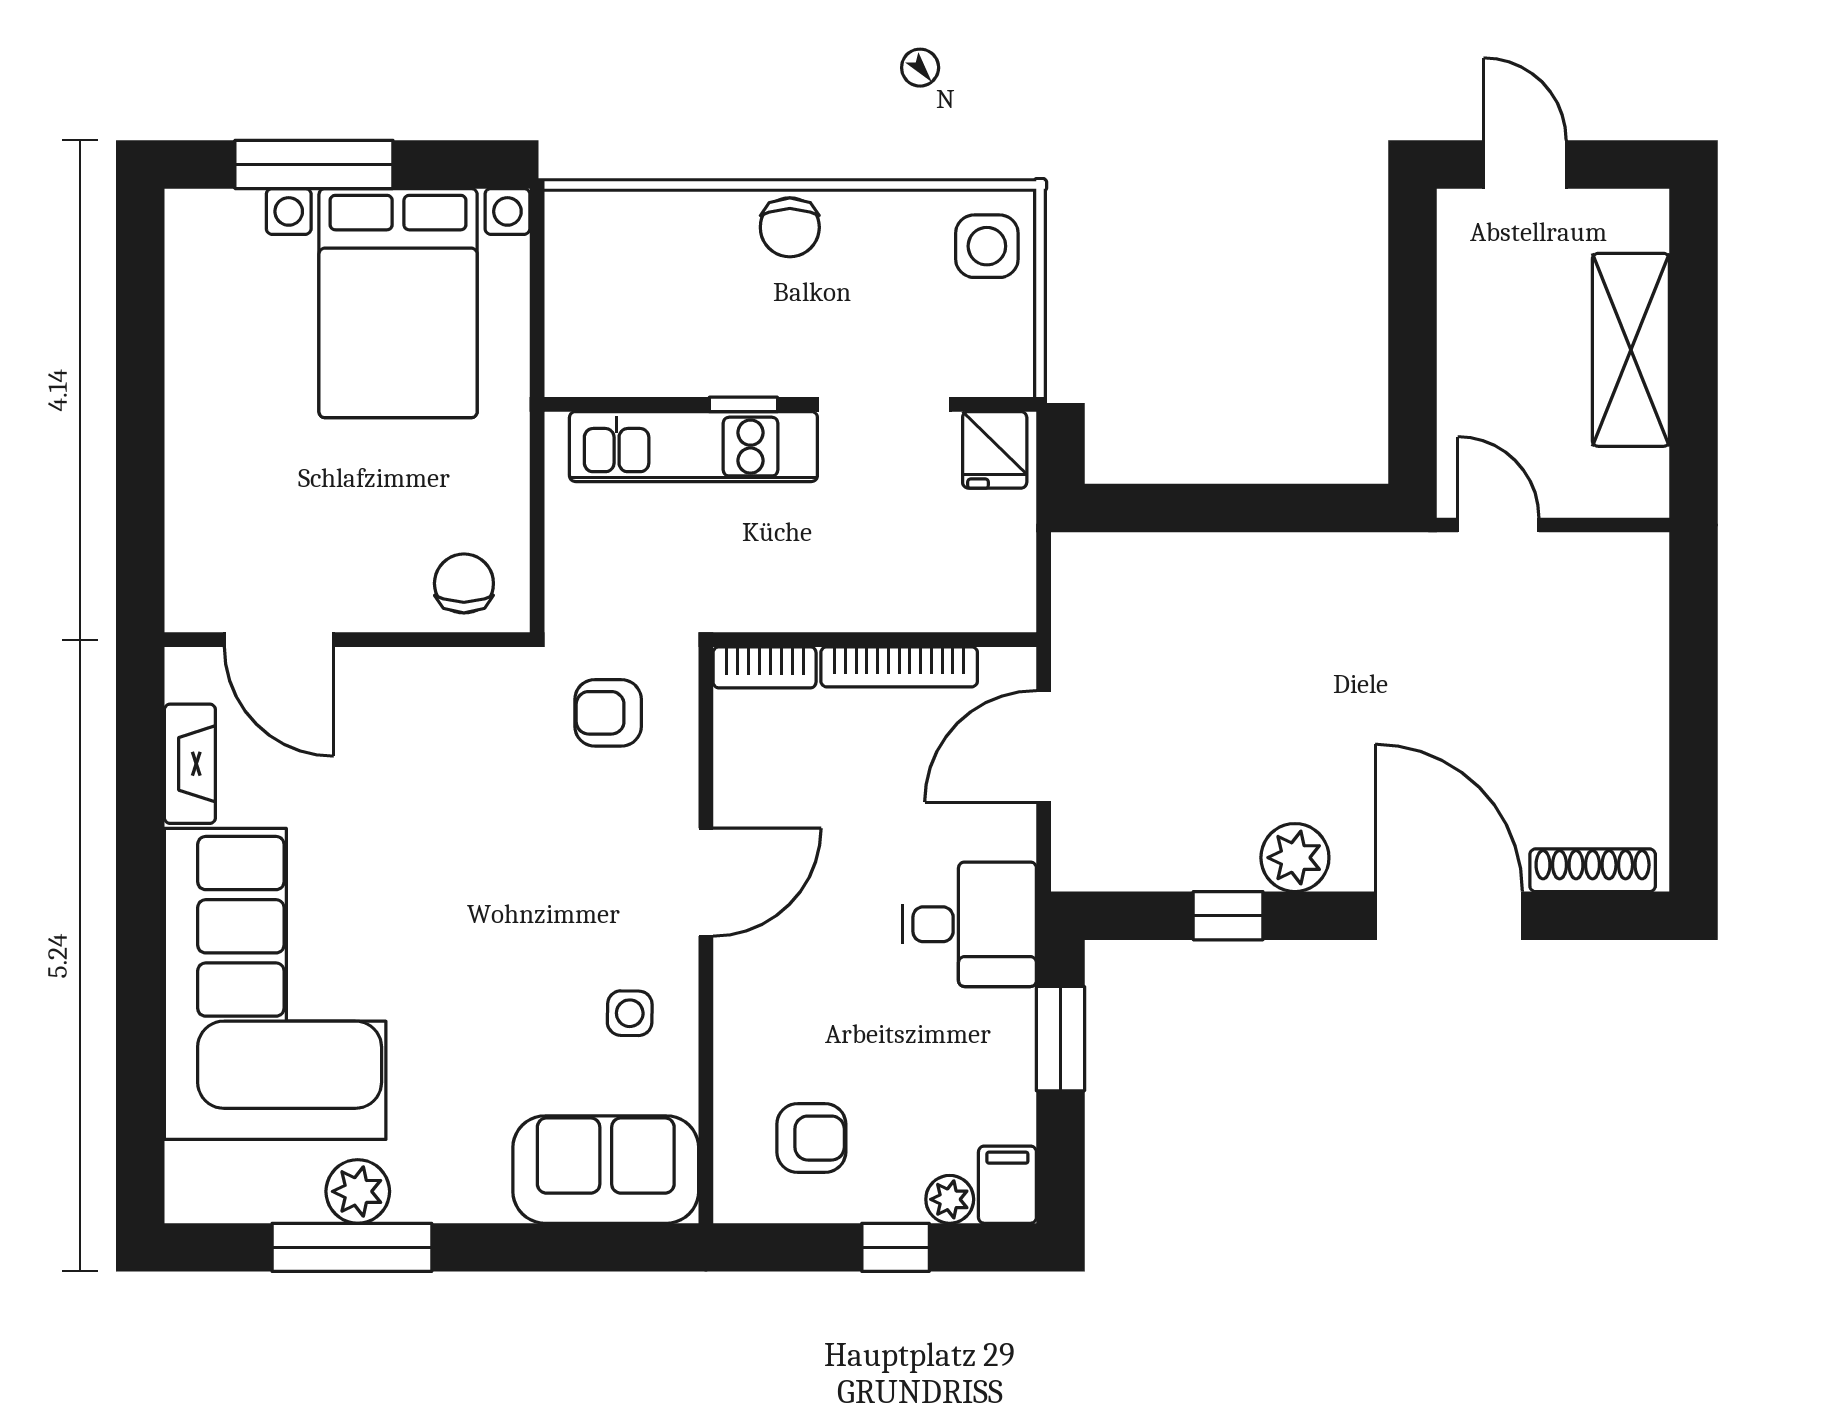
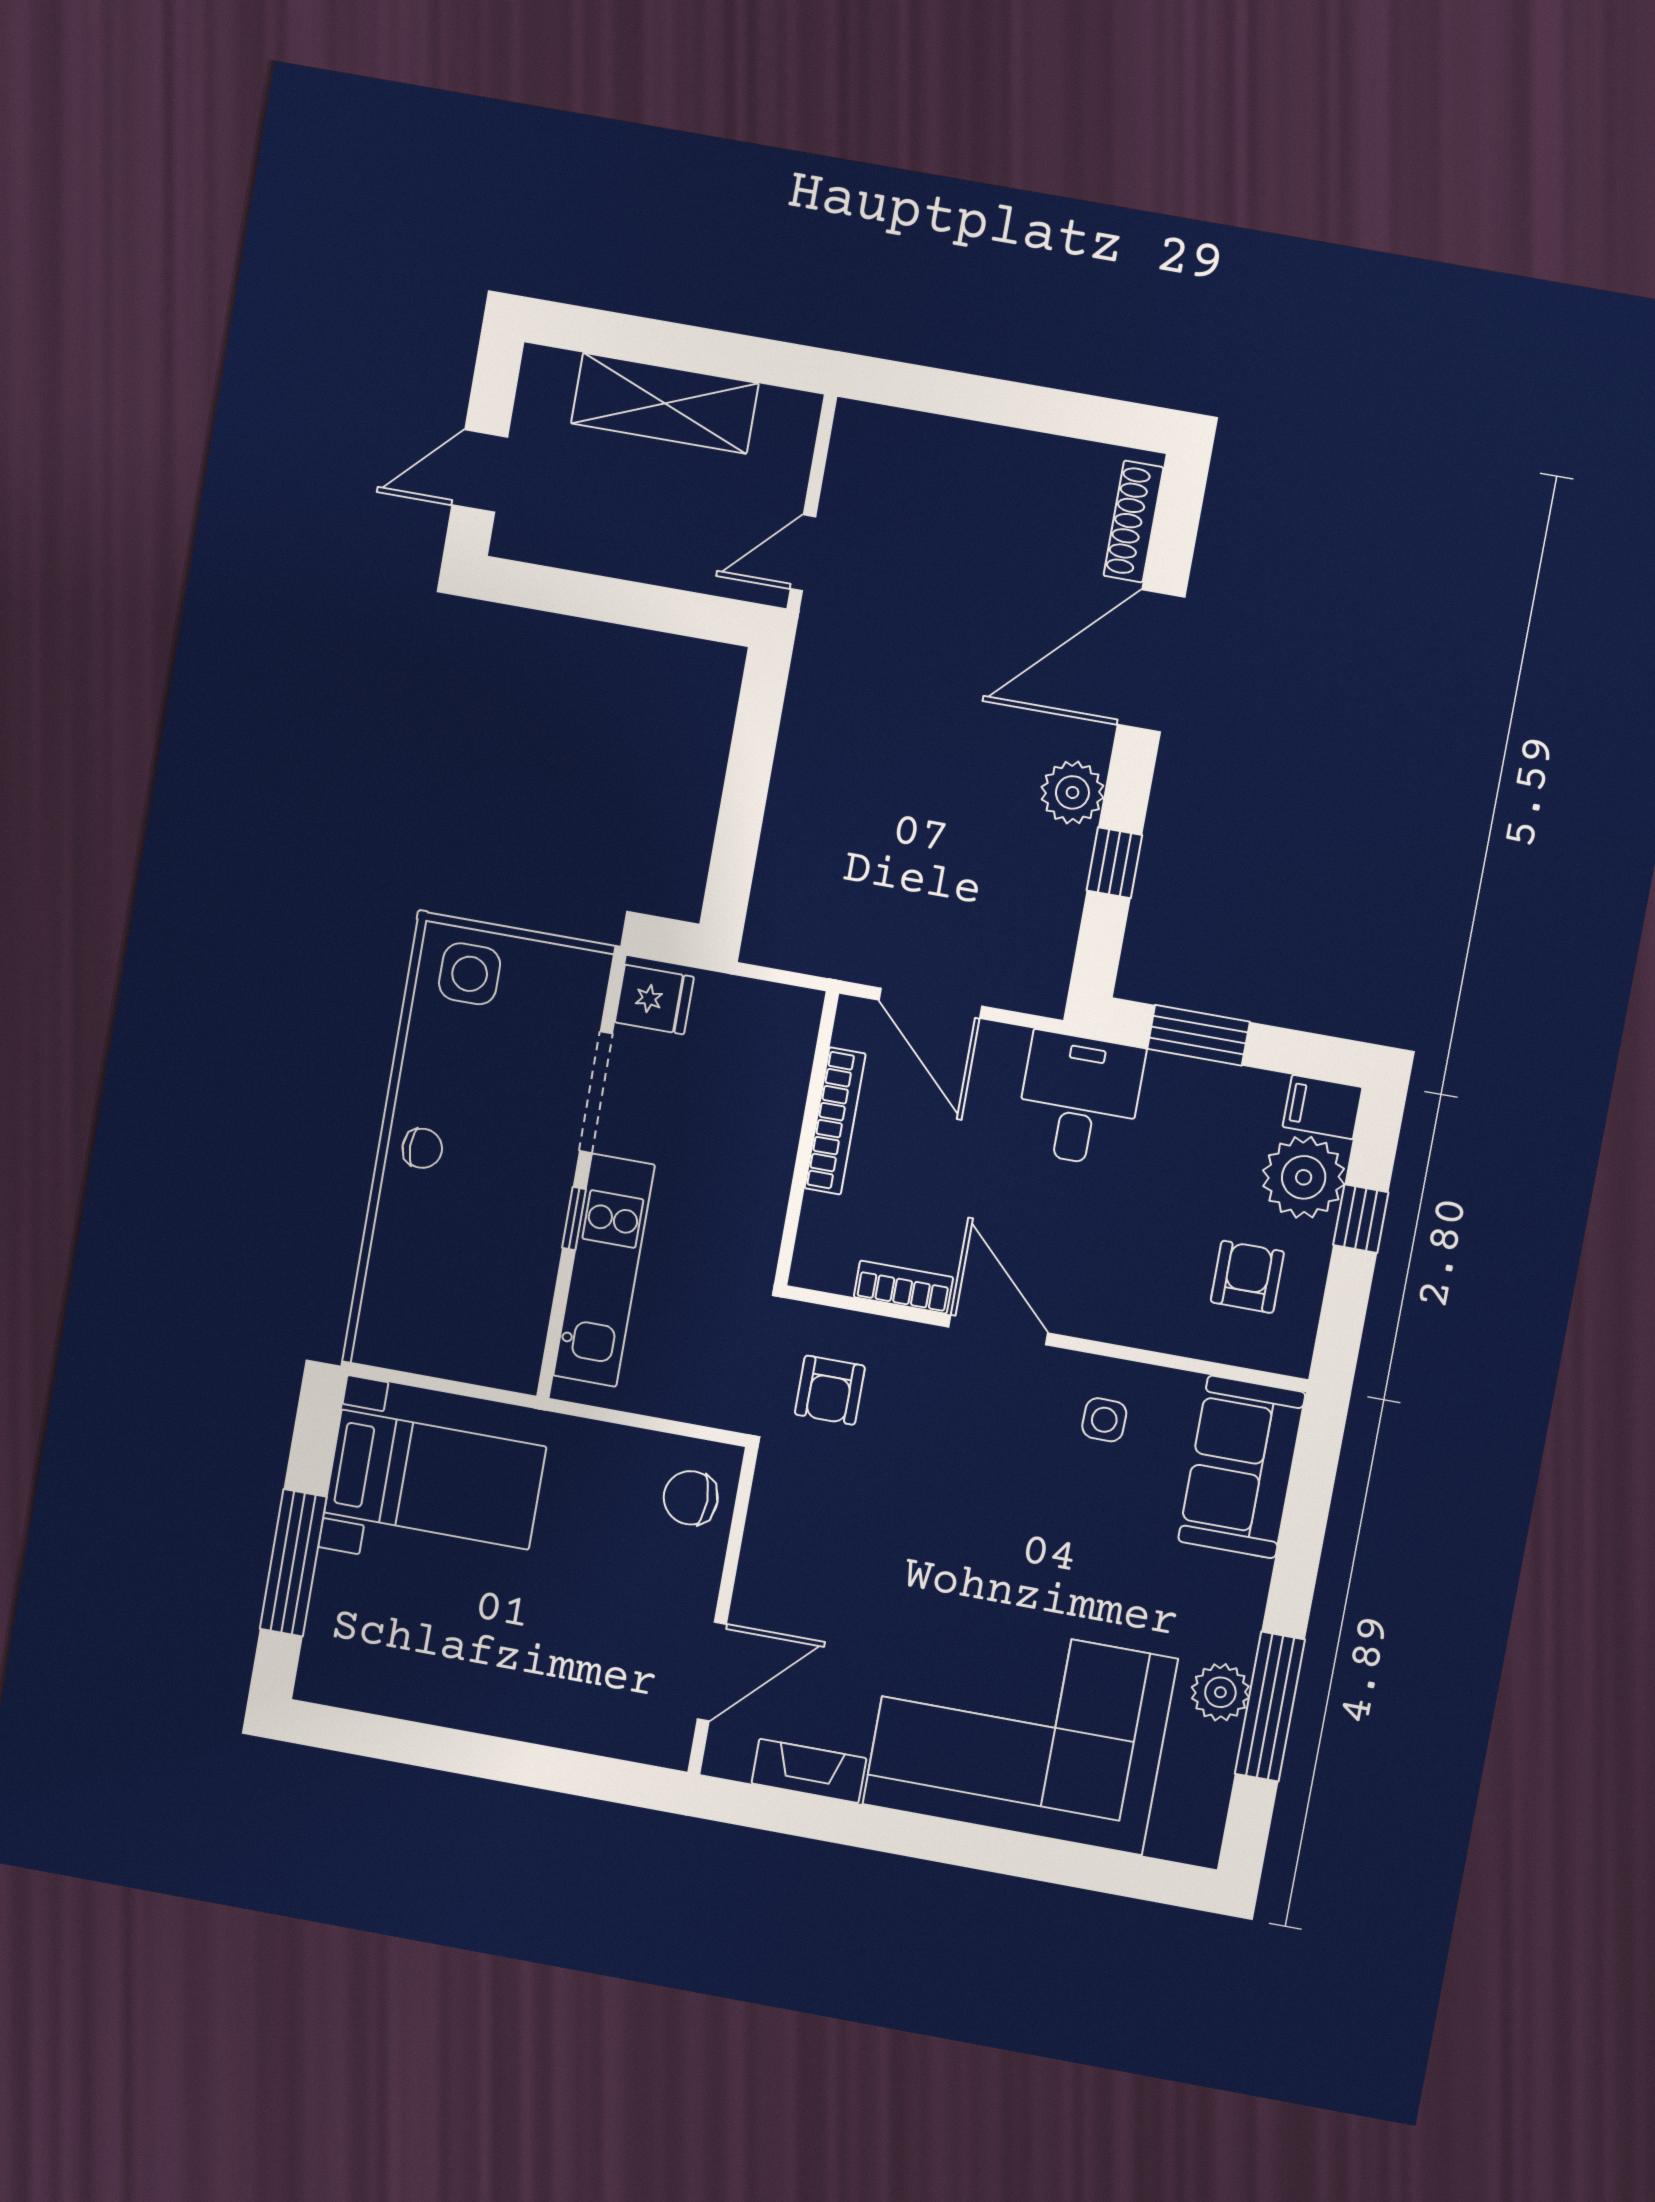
chair: (790, 227) -> (422, 1148), width x0.73, depth x0.73
bed with nightstands: (398, 303) -> (435, 1480), width x0.73
bookcase: (765, 667) -> (903, 1287), moved, turned -90
plant: (950, 1199) -> (1304, 1177), width x1.88, depth x1.88

